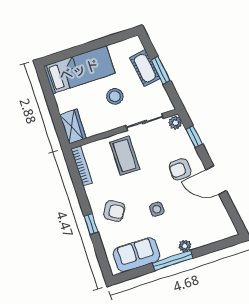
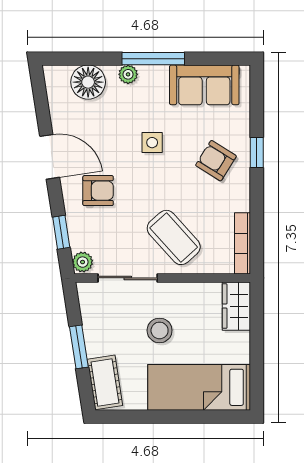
cot: (145, 68) -> (105, 382), moved
coffee table: (125, 156) -> (174, 237), turned -42
floor lamp: (208, 233) -> (88, 82), added

